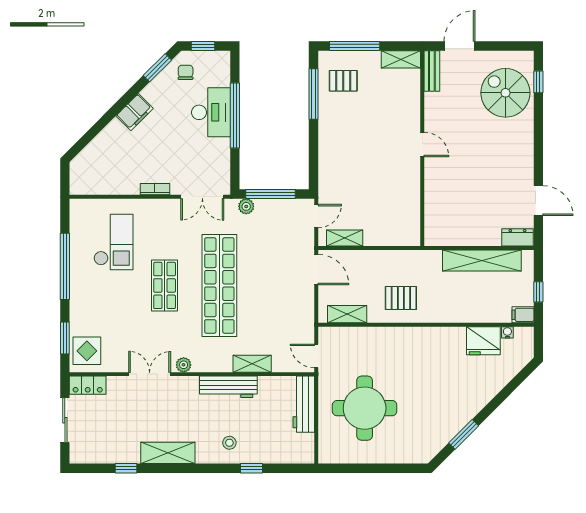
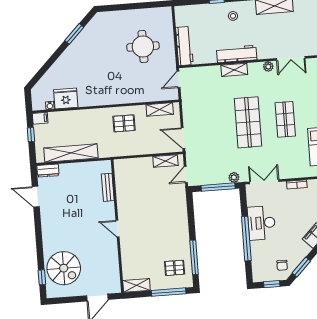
bench: (432, 71) -> (108, 187), moved
desk: (211, 112) -> (261, 223), moved
shop shelf: (219, 285) -> (248, 122), width x0.71
door: (316, 356) -> (178, 79), swing flipped
shelving: (252, 364) -> (234, 70), moved
round table: (365, 408) -> (143, 47), width x0.73, depth x0.73

